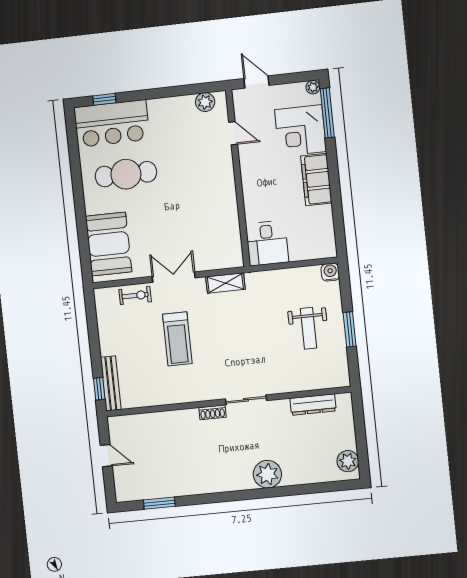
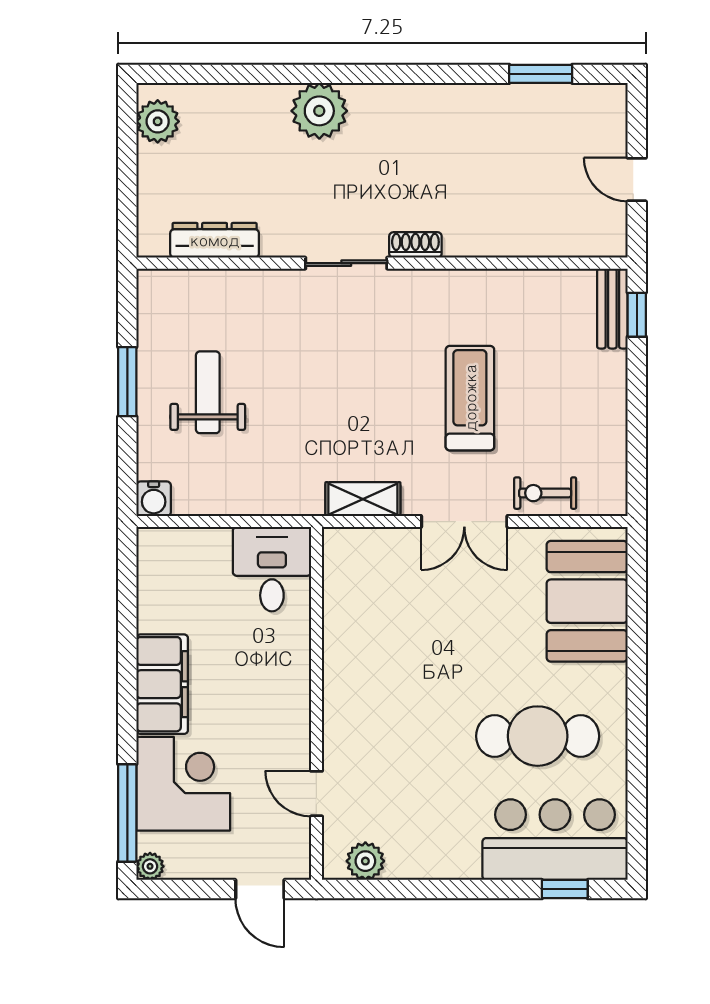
bench: (111, 383) -> (612, 309), width x0.73

